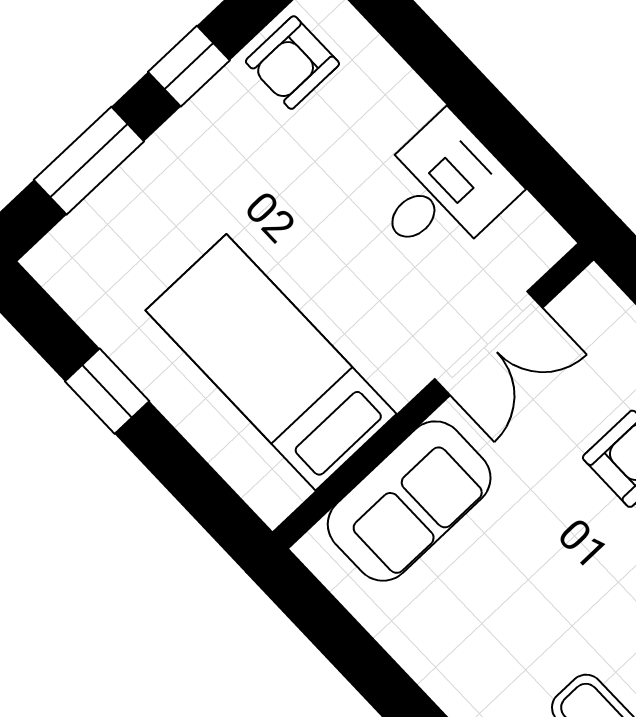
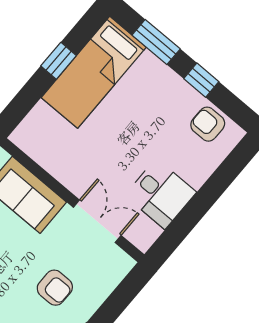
double door: (489, 343) -> (97, 221), swing flipped
bed: (271, 362) -> (94, 72), moved, turned 180

